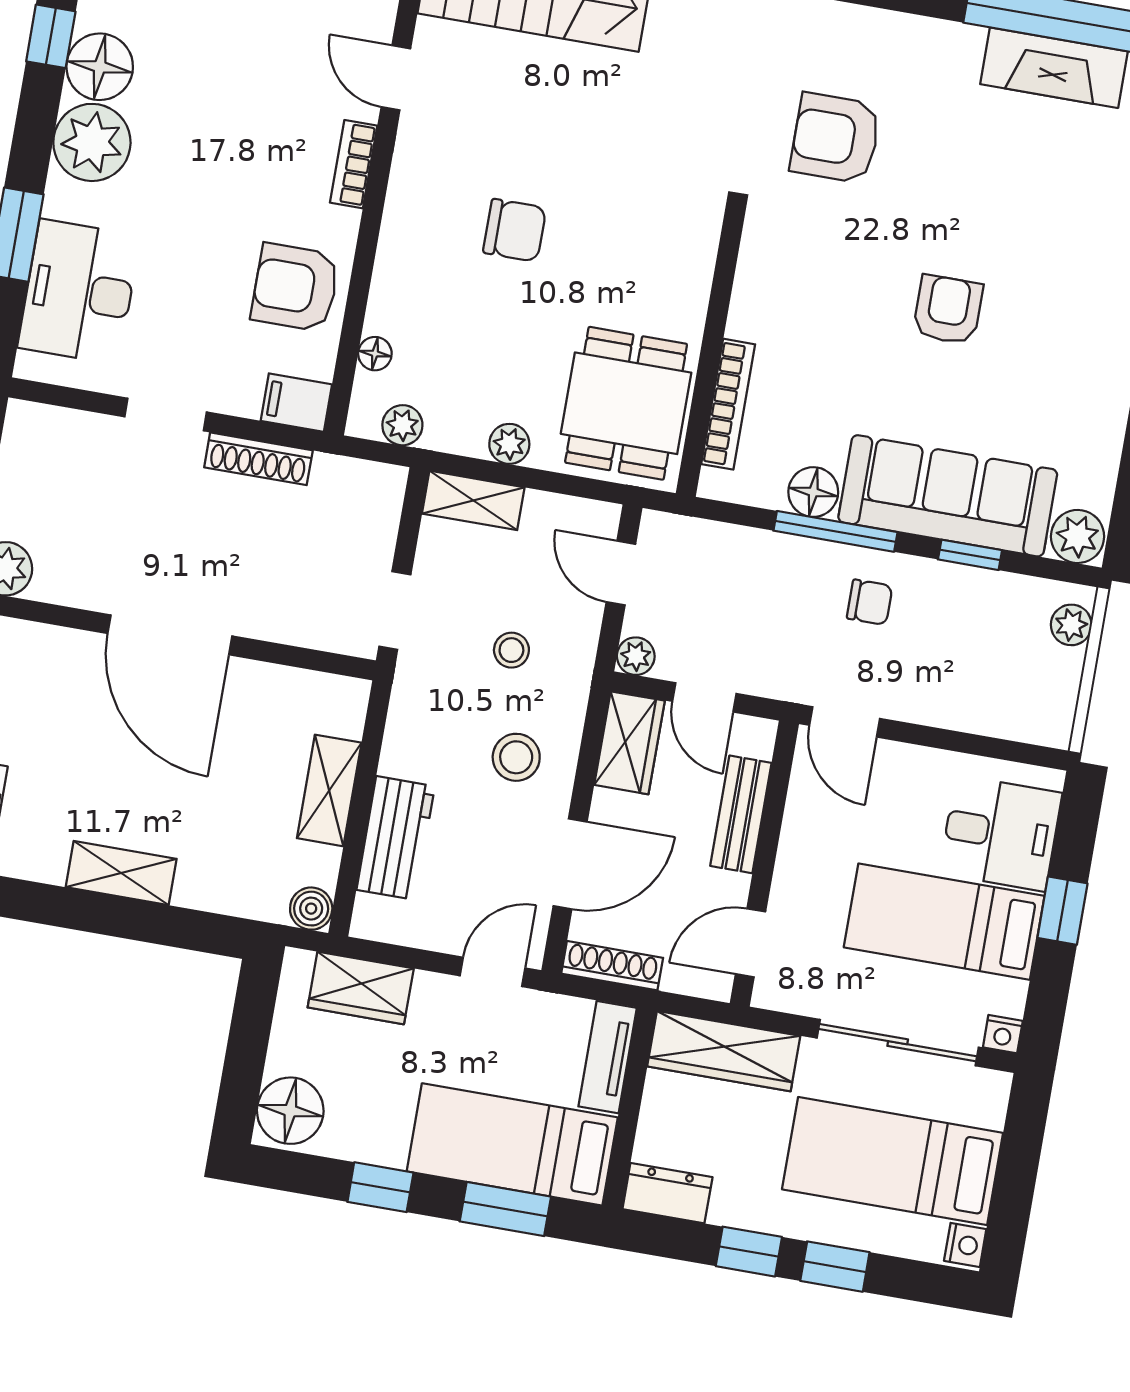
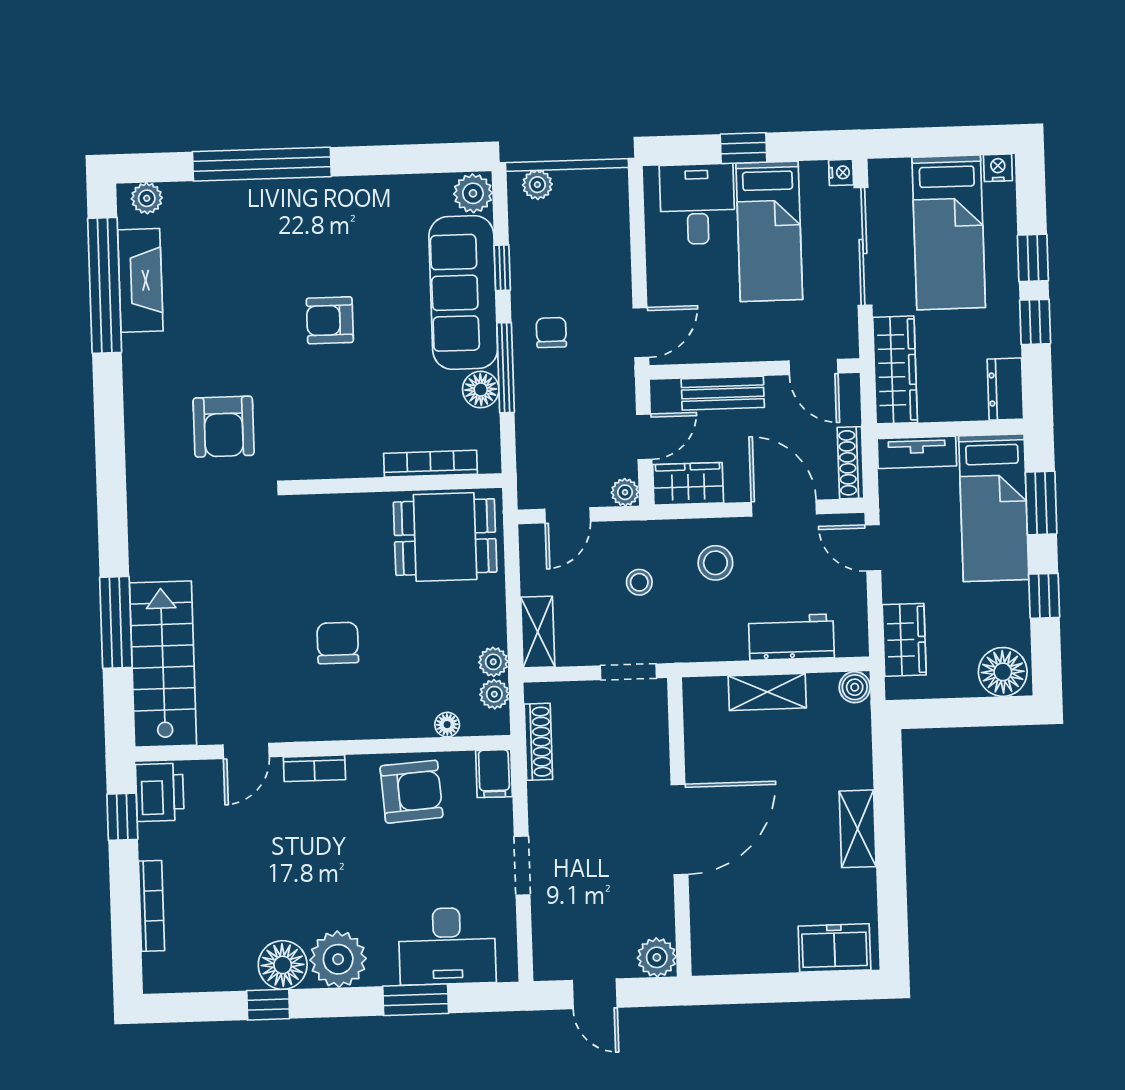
armchair: (295, 287) -> (412, 792), turned -94
plant: (509, 444) -> (493, 662), moved
shoe rack: (258, 459) -> (538, 742), moved

